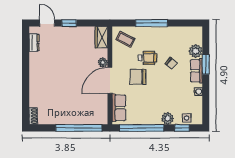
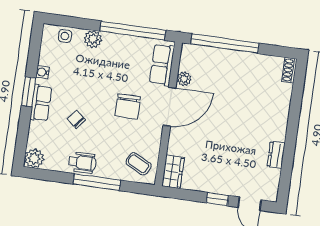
dresser: (34, 43) -> (276, 155), moved
plant: (196, 51) -> (34, 158), moved
wheelchair: (147, 58) -> (82, 163), moved, turned 180
plant: (103, 62) -> (184, 79), moved
window: (206, 64) -> (29, 92), moved
chair: (138, 77) -> (128, 106), turned 90
window: (182, 128) -> (74, 22), removed

